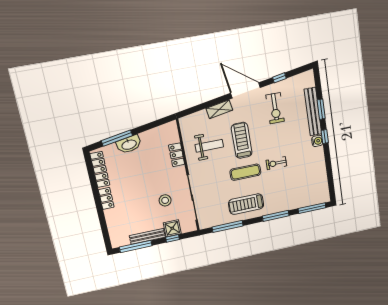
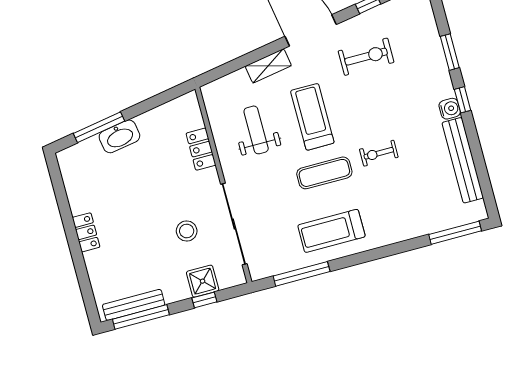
exercise bike: (275, 108) -> (366, 57), turned -90
bench: (313, 112) -> (463, 160), moved
weight bench: (209, 146) -> (256, 130), turned -90
locker: (100, 169) -> (73, 182), removed
window: (276, 216) -> (388, 251), removed
bench: (147, 236) -> (134, 305), moved

